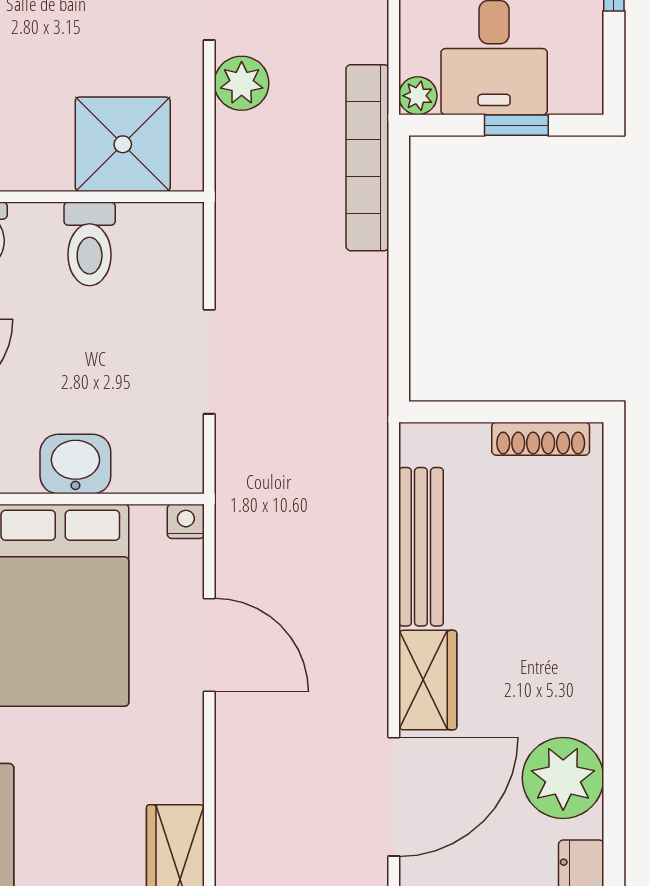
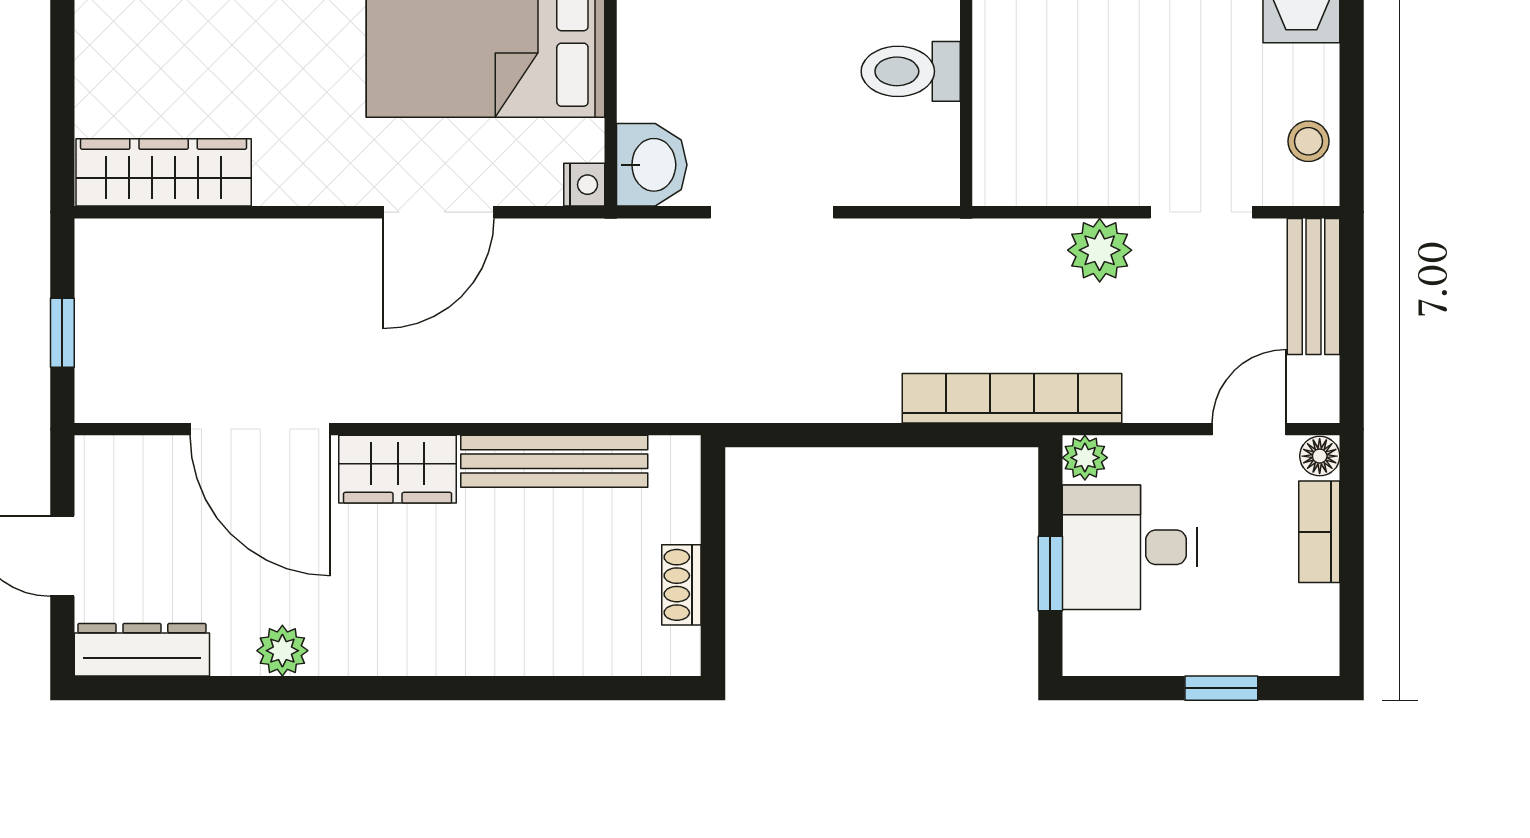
shower: (123, 144) -> (1028, 110), removed
shoe rack: (541, 439) -> (681, 585), width x0.70
washbasin: (75, 464) -> (652, 165), moved
plant: (563, 778) -> (282, 651), width x0.53, depth x0.53

